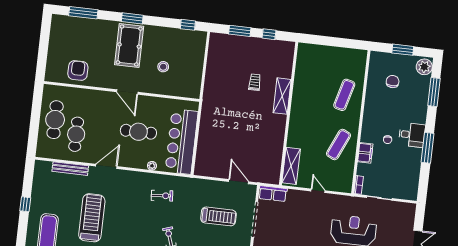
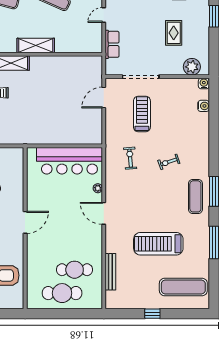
cafe table: (138, 132) -> (65, 206), removed
door: (106, 166) -> (104, 213), moved
shelving: (291, 166) -> (36, 45), moved
row of seats: (273, 194) -> (112, 44), moved
exercise bike: (162, 196) -> (130, 158), moved

